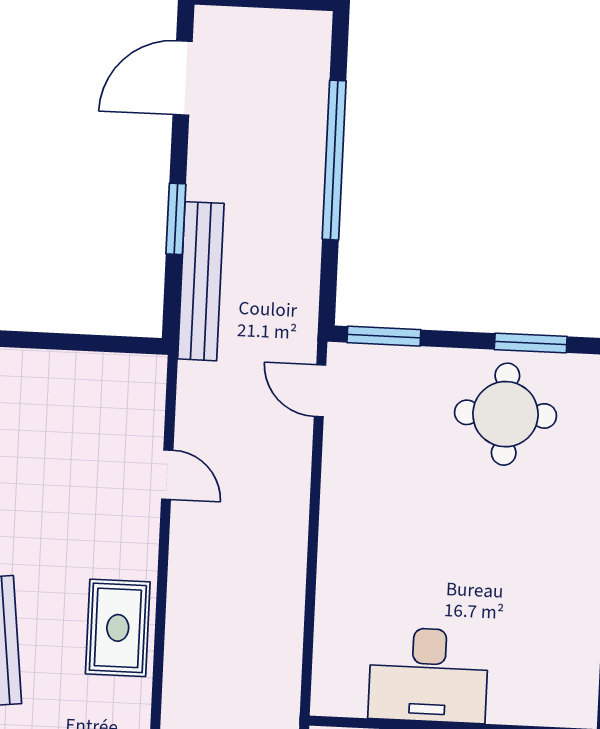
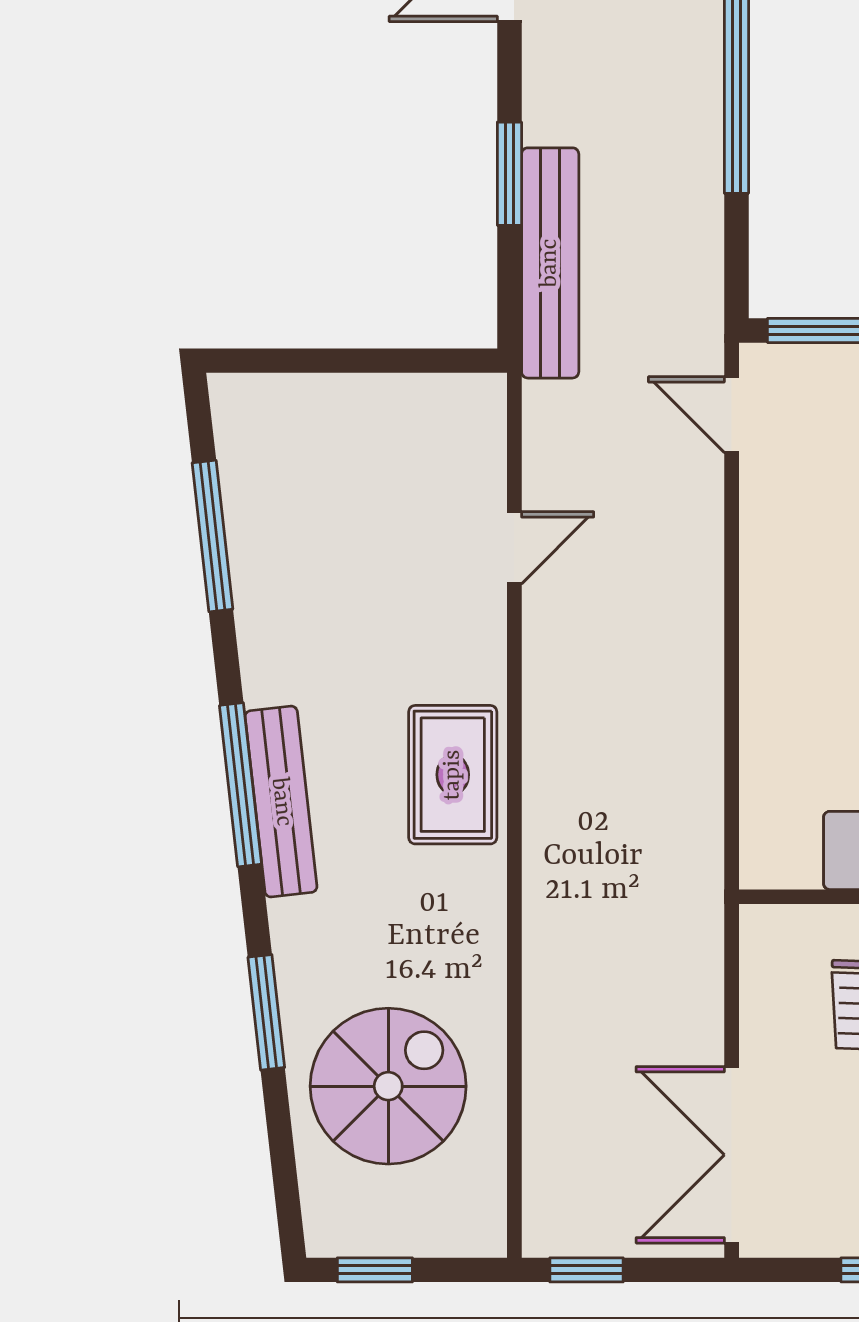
door: (167, 475) -> (514, 548), hinge flipped

